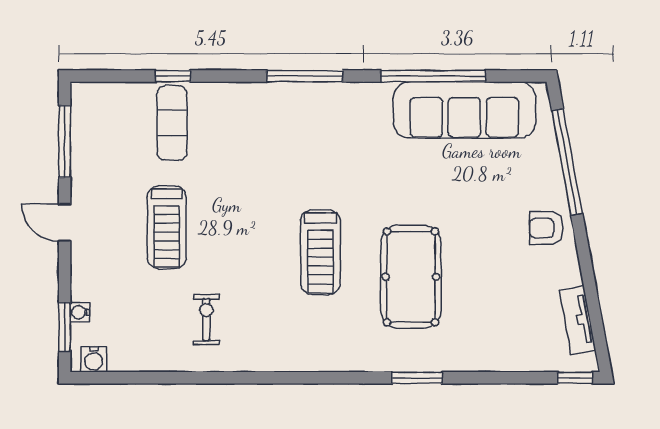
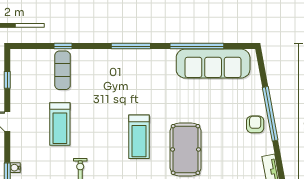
window: (65, 141) -> (7, 80), width x0.46
window: (567, 162) -> (270, 114), moved
armchair: (546, 228) -> (255, 124), turned 90

